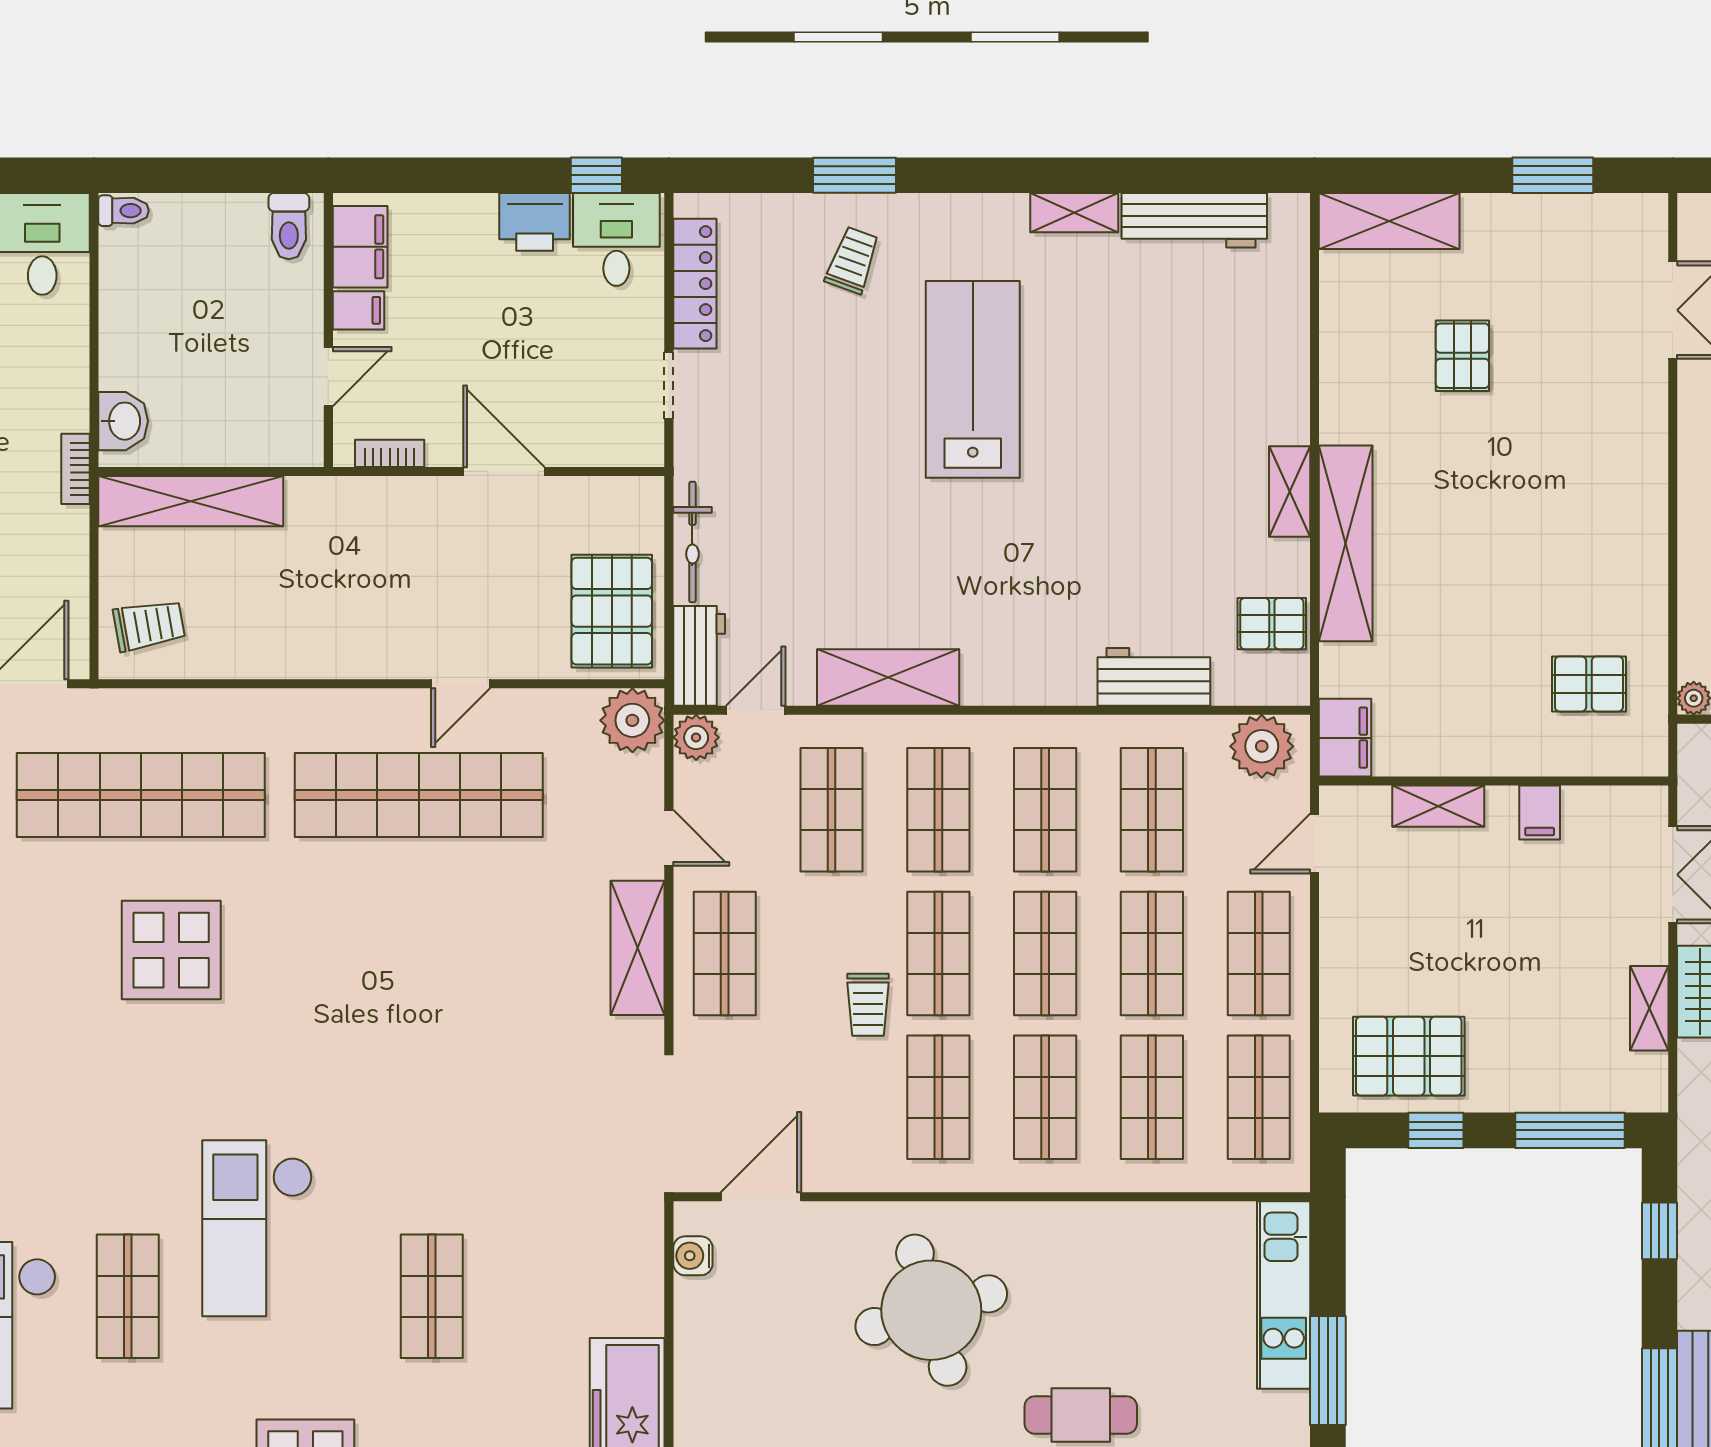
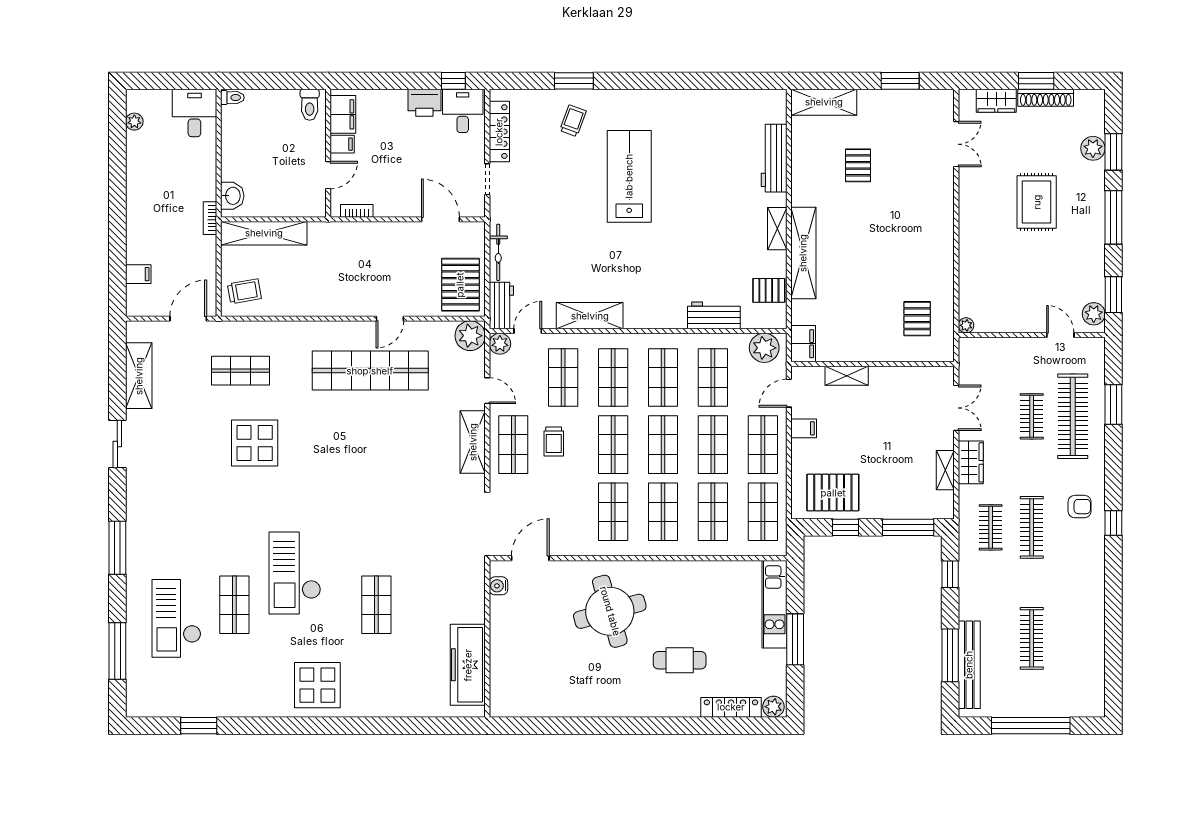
shelving: (1074, 213) -> (677, 98), removed
workbench: (1194, 220) -> (774, 158), moved, turned 90
door: (504, 471) -> (441, 219), moved
pallet: (1589, 684) -> (917, 319), turned 90
shop shelf: (141, 795) -> (240, 371), width x0.50, depth x0.74
filing cabinet: (1540, 813) -> (804, 428), moved, turned -90
trolley: (868, 1005) -> (554, 441), moved

